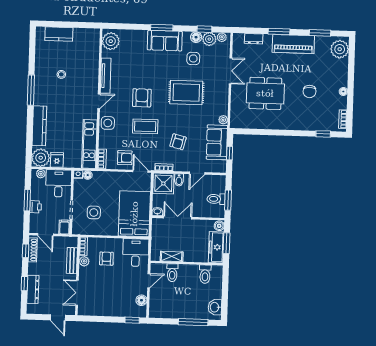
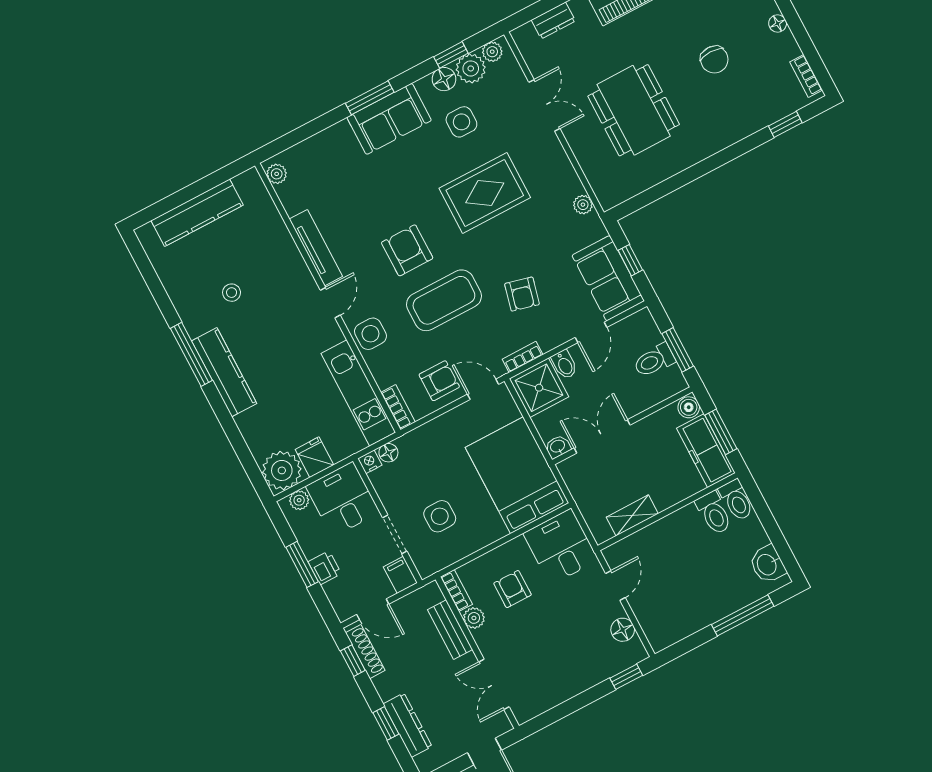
kitchen counter: (59, 34) -> (197, 213), width x1.50
plant: (111, 41) -> (277, 174), width x0.53, depth x0.53
dining table: (265, 93) -> (634, 110), turned 90
kitchen counter: (39, 126) -> (224, 372), moved
coffee table: (145, 126) -> (444, 300), width x1.36, depth x1.32
sofa: (217, 142) -> (608, 278), moved
toilet: (172, 273) -> (736, 500), moved

